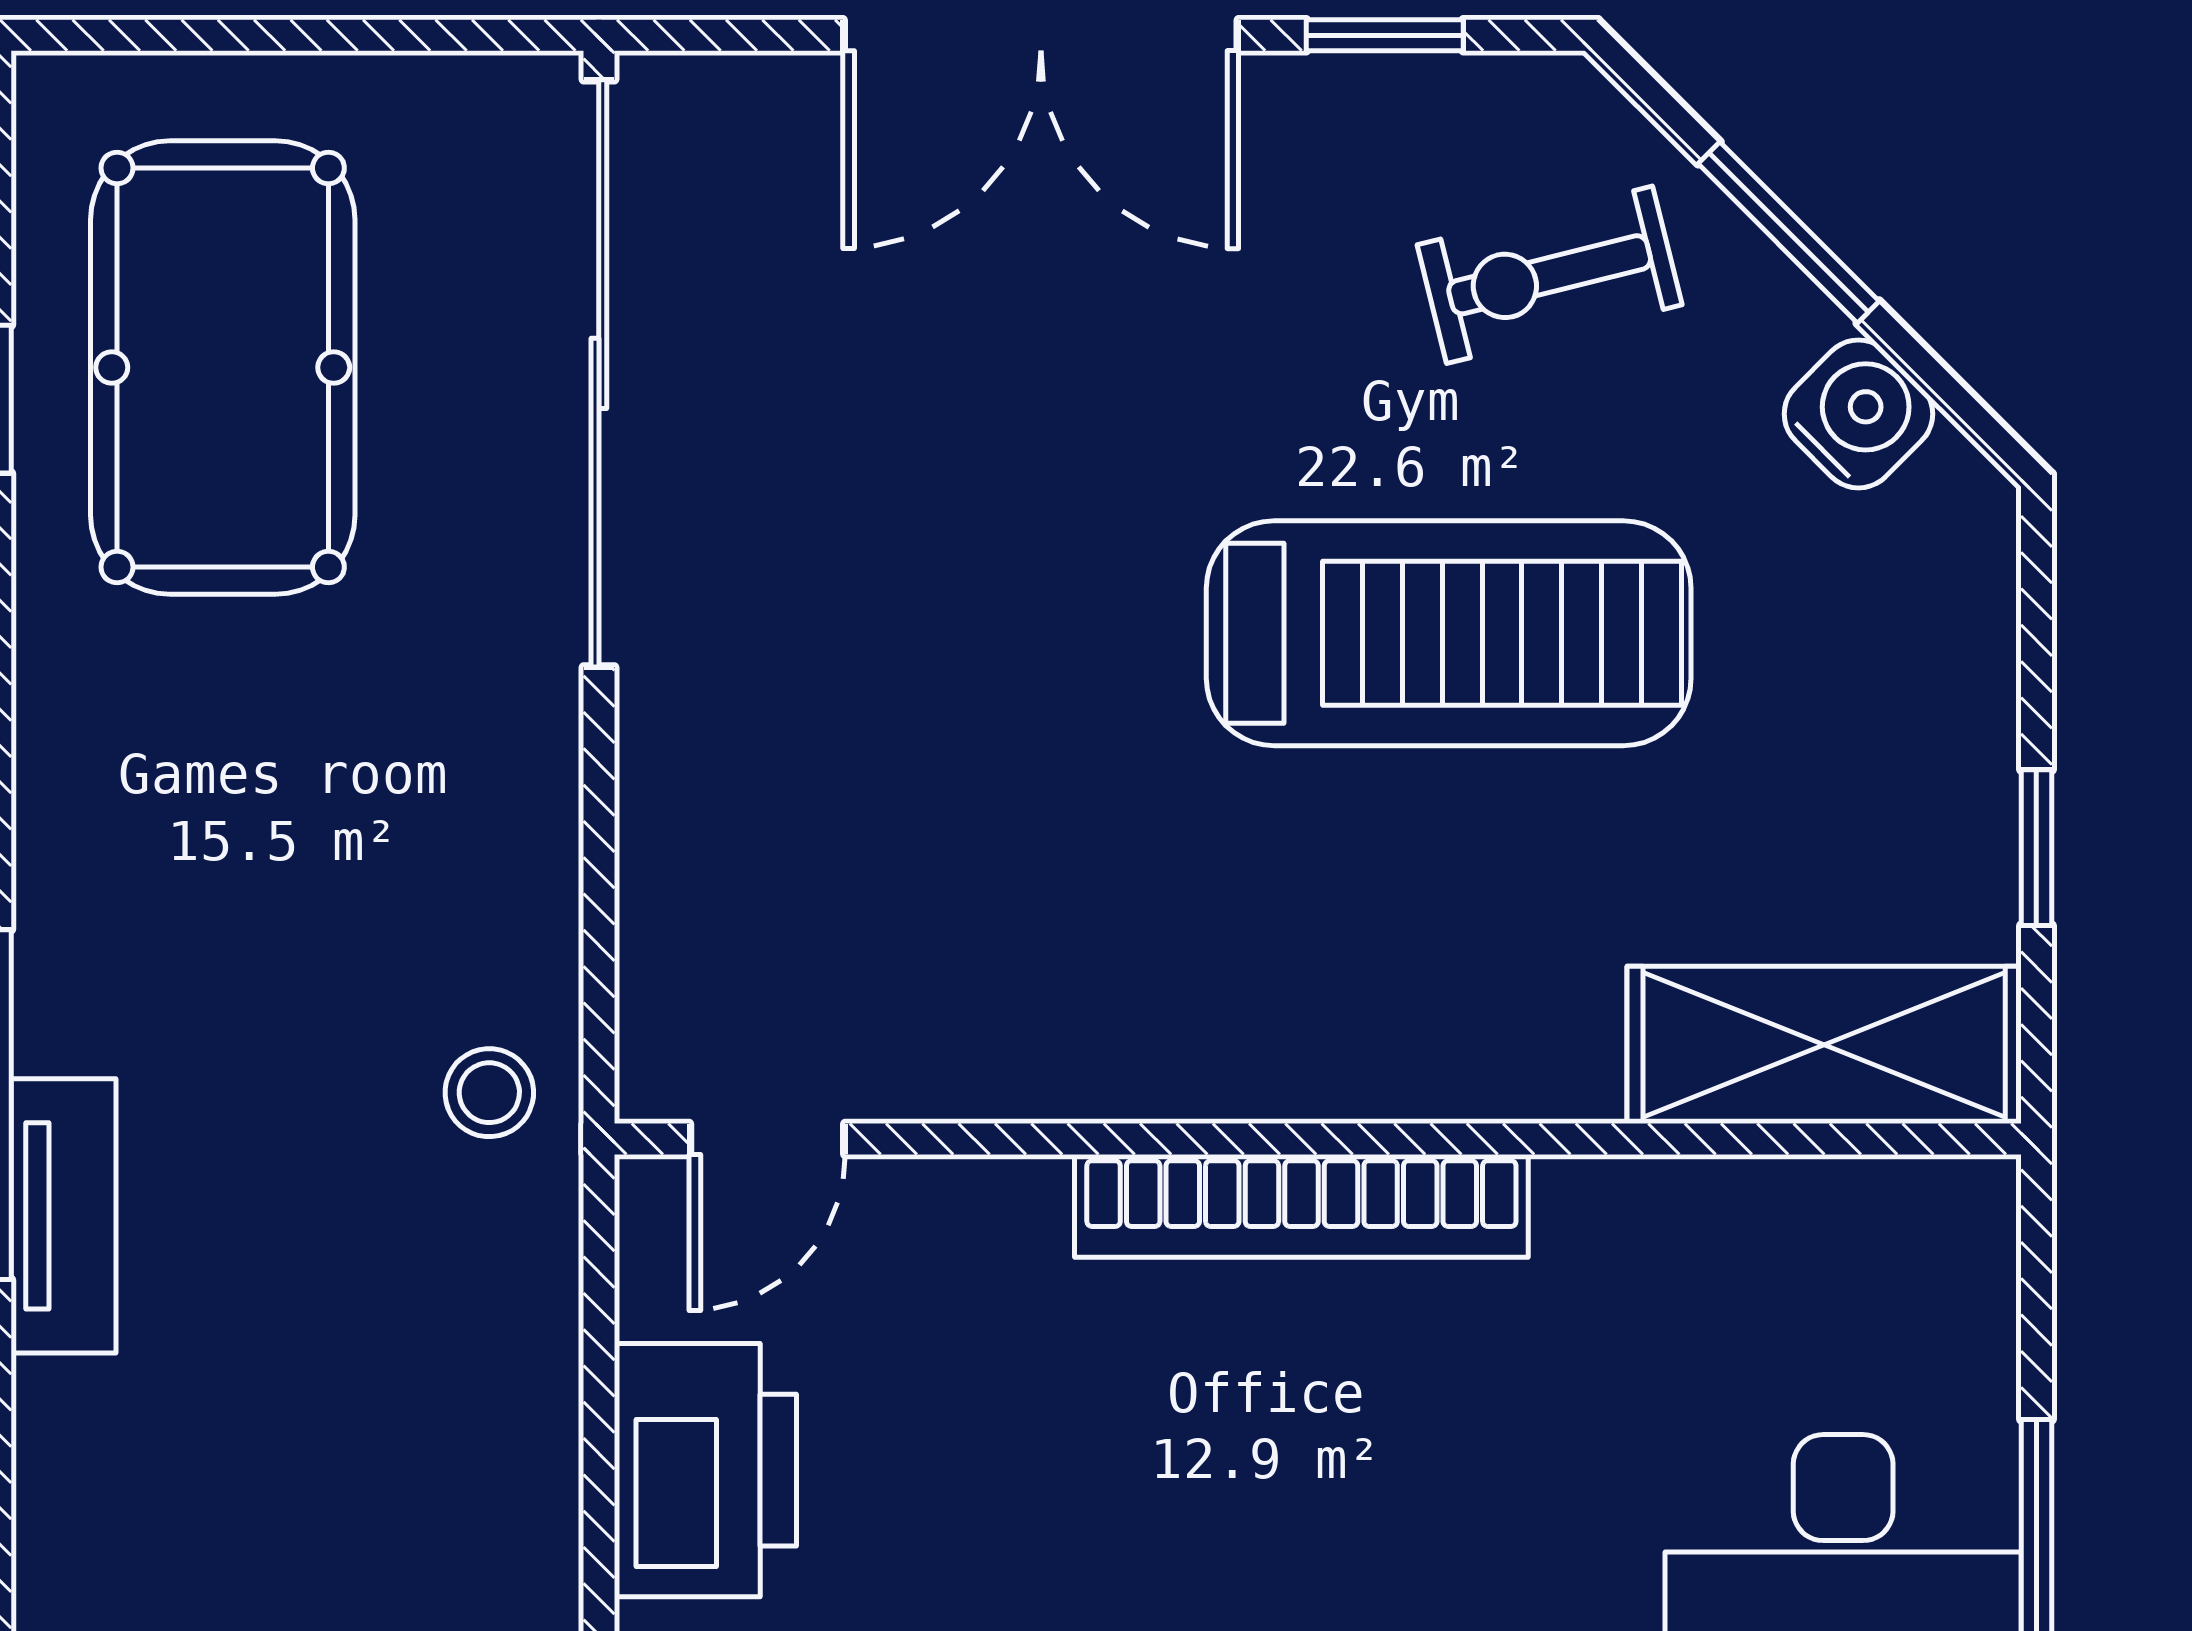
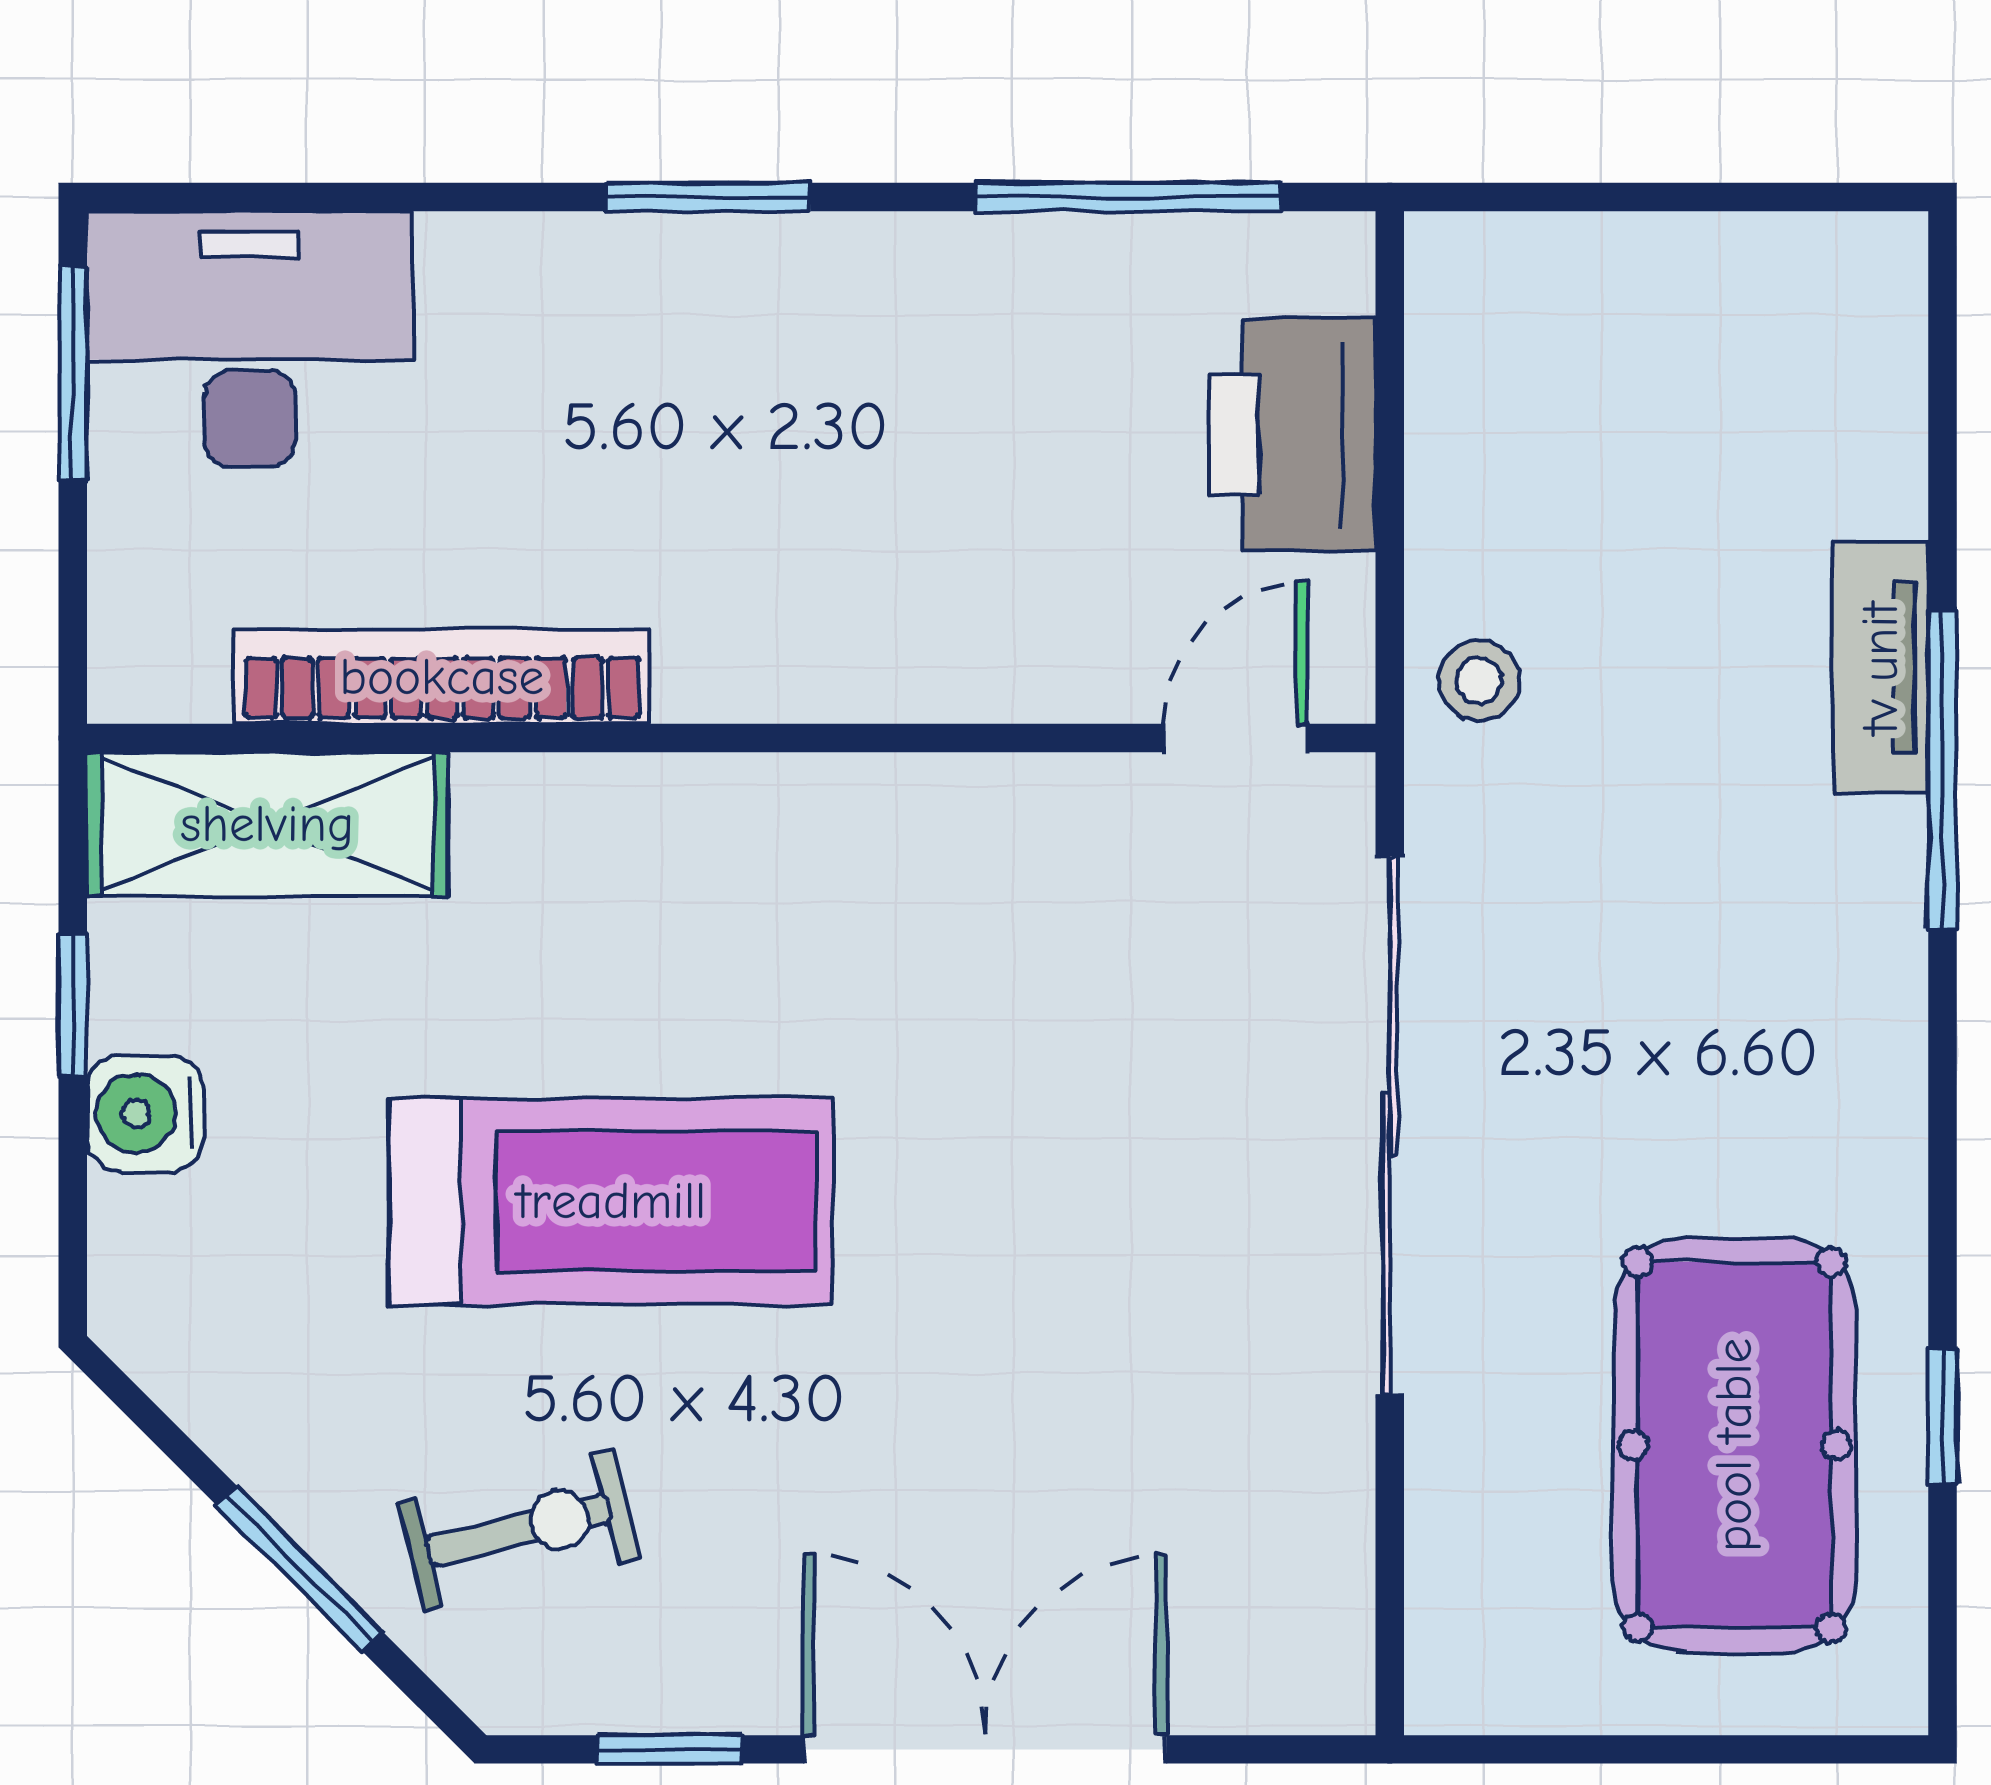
sliding door: (599, 373) -> (1390, 1126), moved
water cooler: (1858, 414) -> (145, 1114), moved, turned 45
treadmill: (1449, 633) -> (611, 1201), turned 180
stool: (489, 1093) -> (1479, 681), moved
bookcase: (1301, 1206) -> (442, 677), moved

